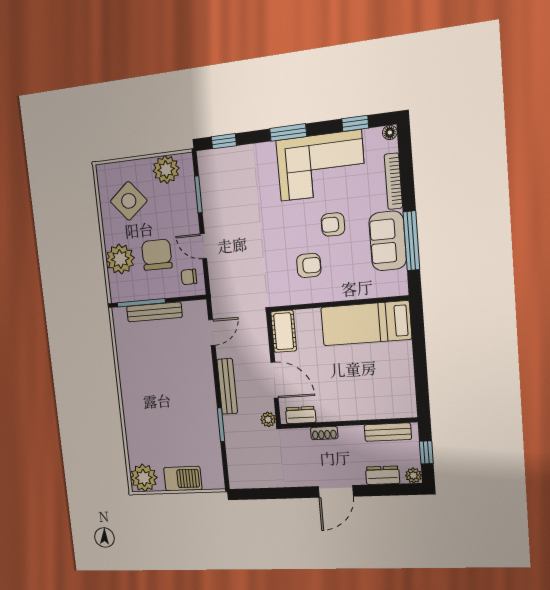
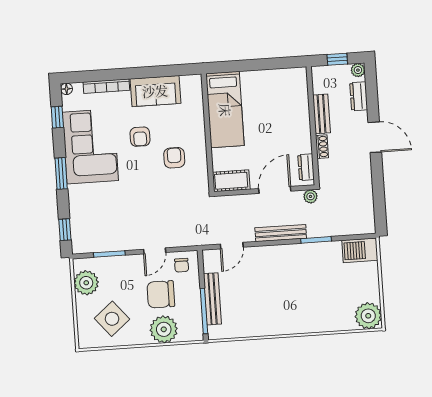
window: (411, 241) -> (156, 72), removed
door: (212, 332) -> (232, 246), swing flipped
bench: (388, 432) -> (322, 114), moved
barbecue: (183, 479) -> (360, 250), moved, turned -90

